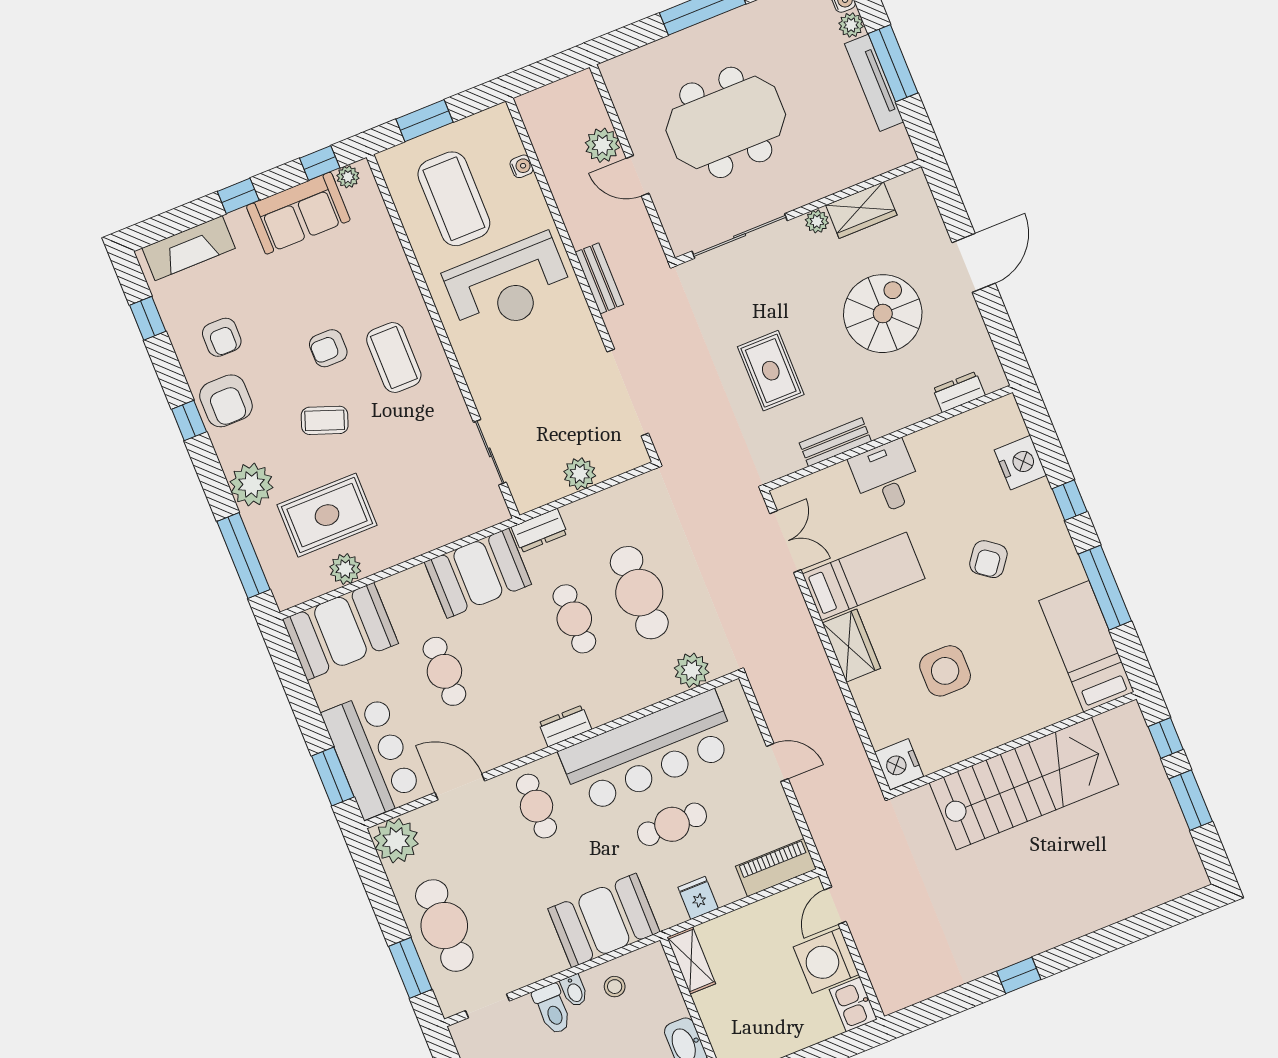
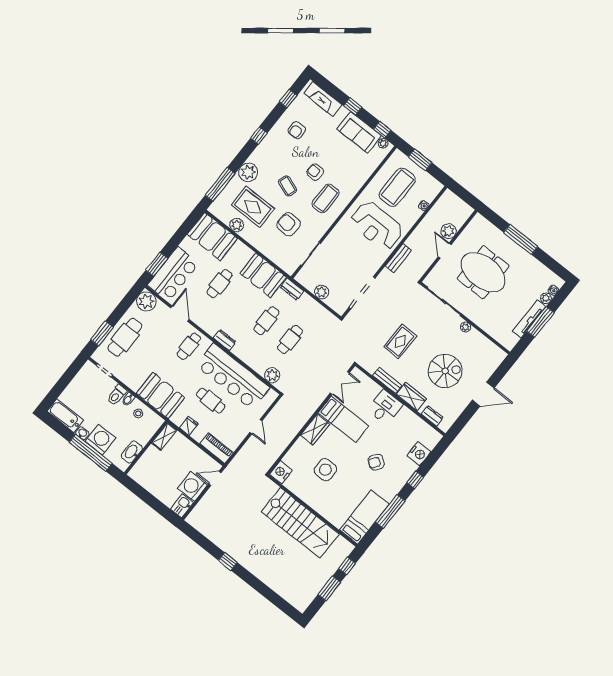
wardrobe: (861, 210) -> (411, 397), moved, turned 180
armchair: (226, 401) -> (289, 224), moved, turned 94
cafe table: (639, 593) -> (290, 339), width x0.73, depth x0.74

